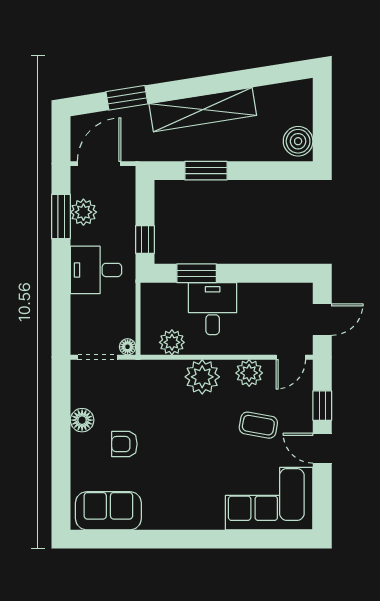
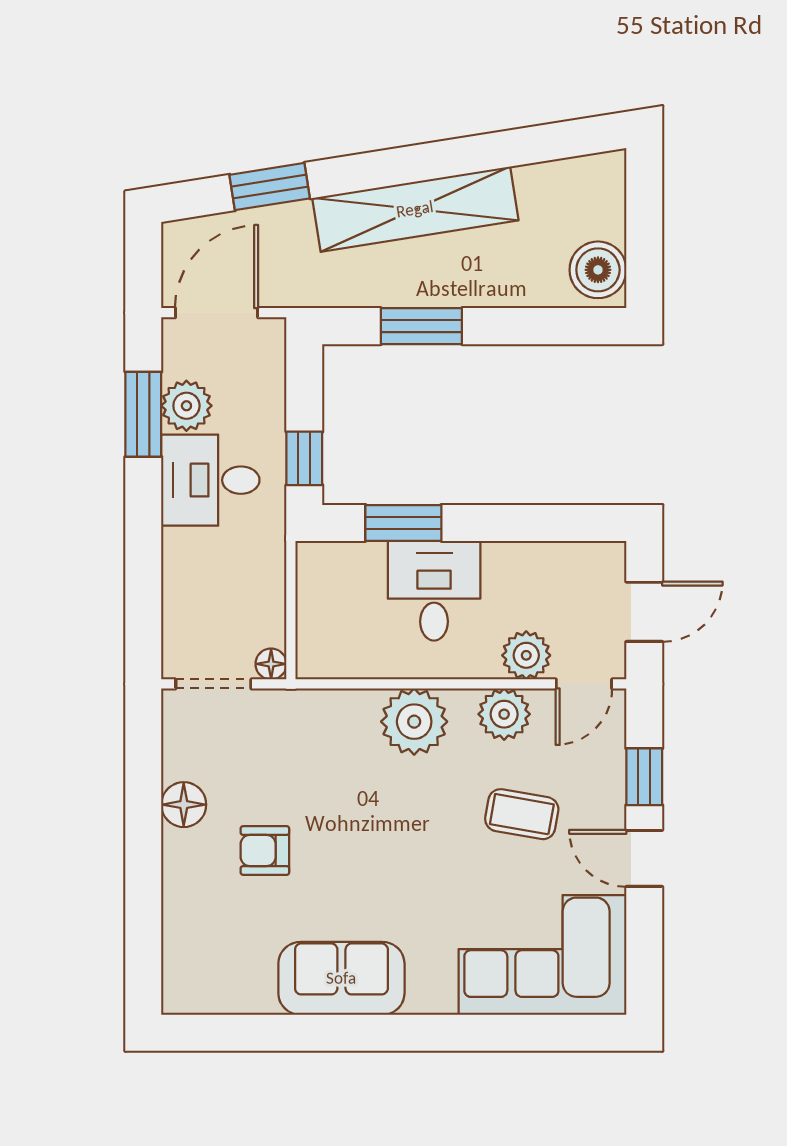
desk: (96, 270) -> (210, 480), moved
plant: (172, 342) -> (526, 655), moved
sofa: (108, 511) -> (341, 978), moved

